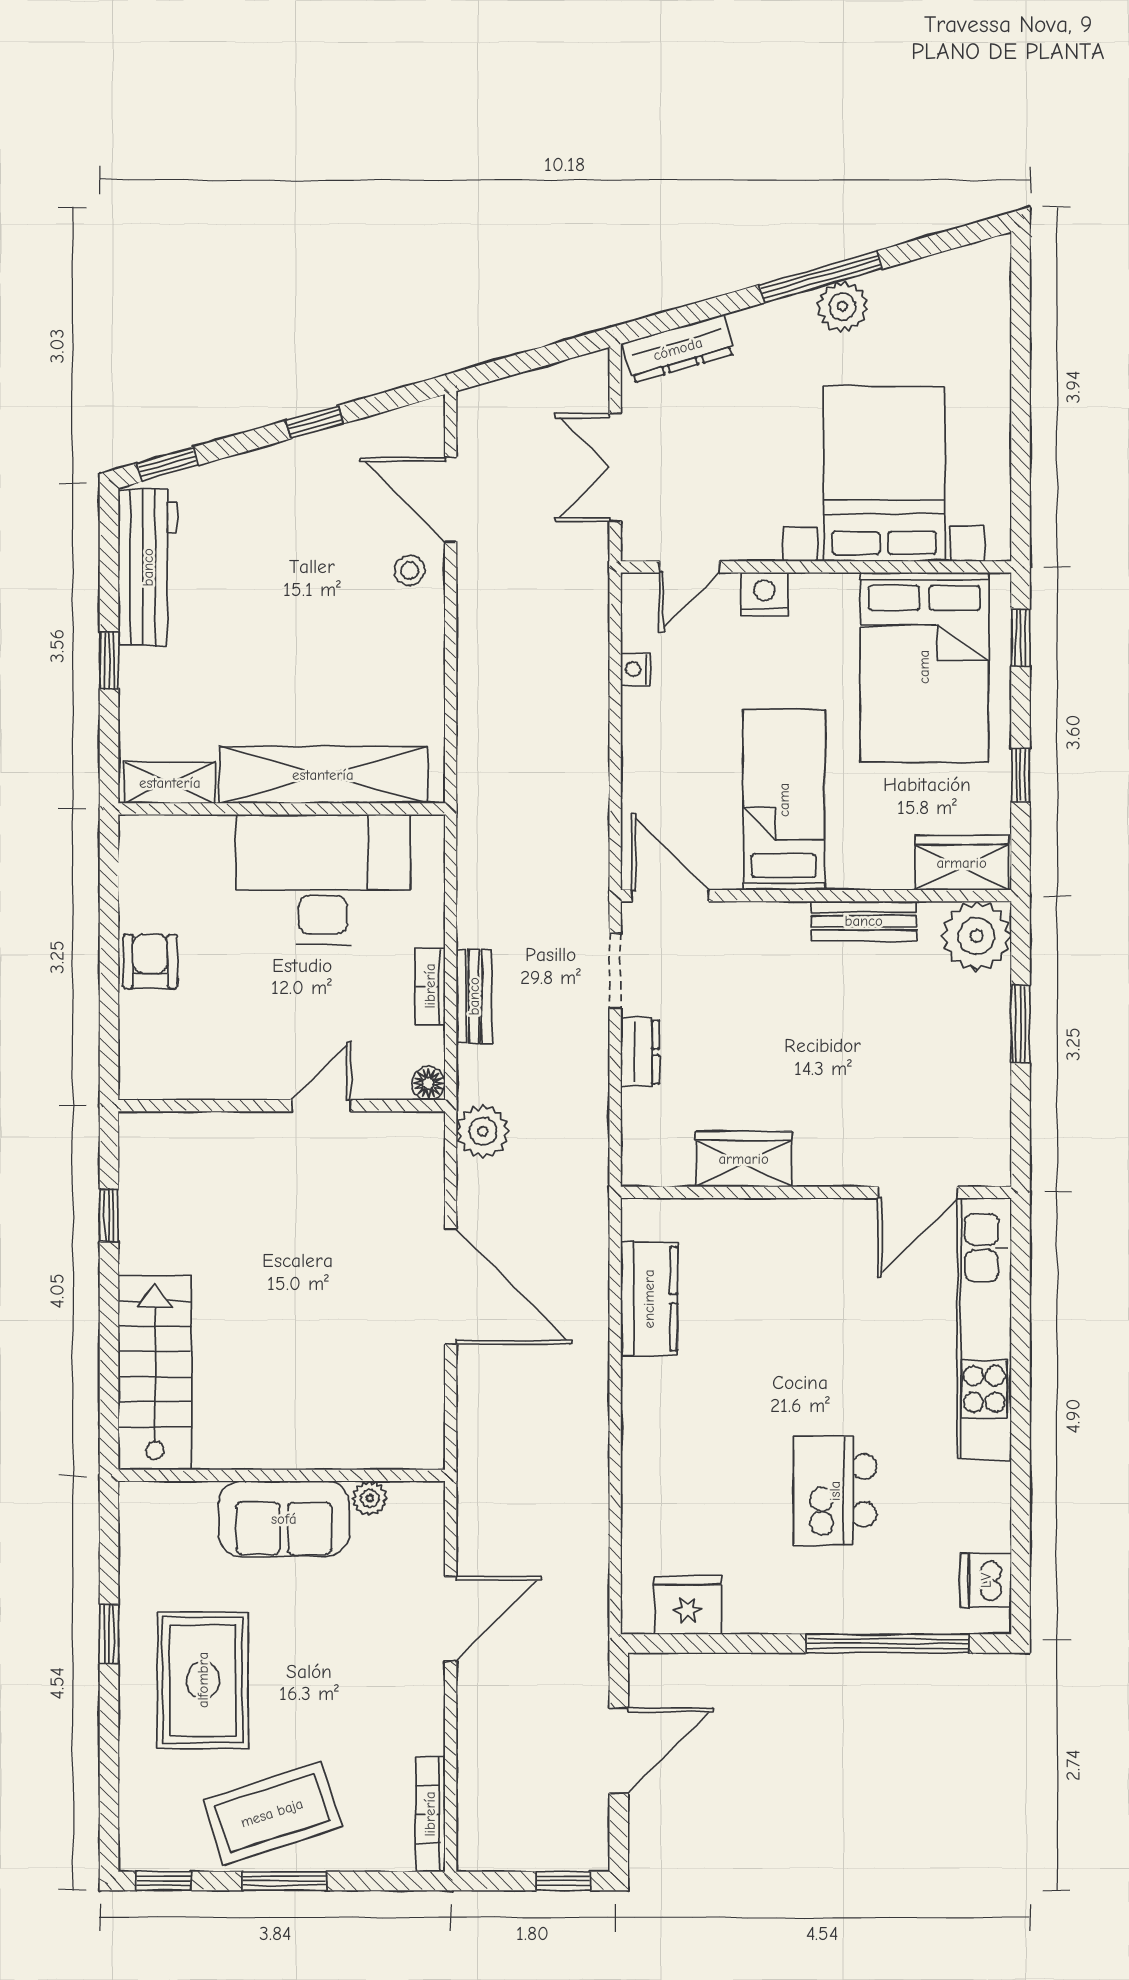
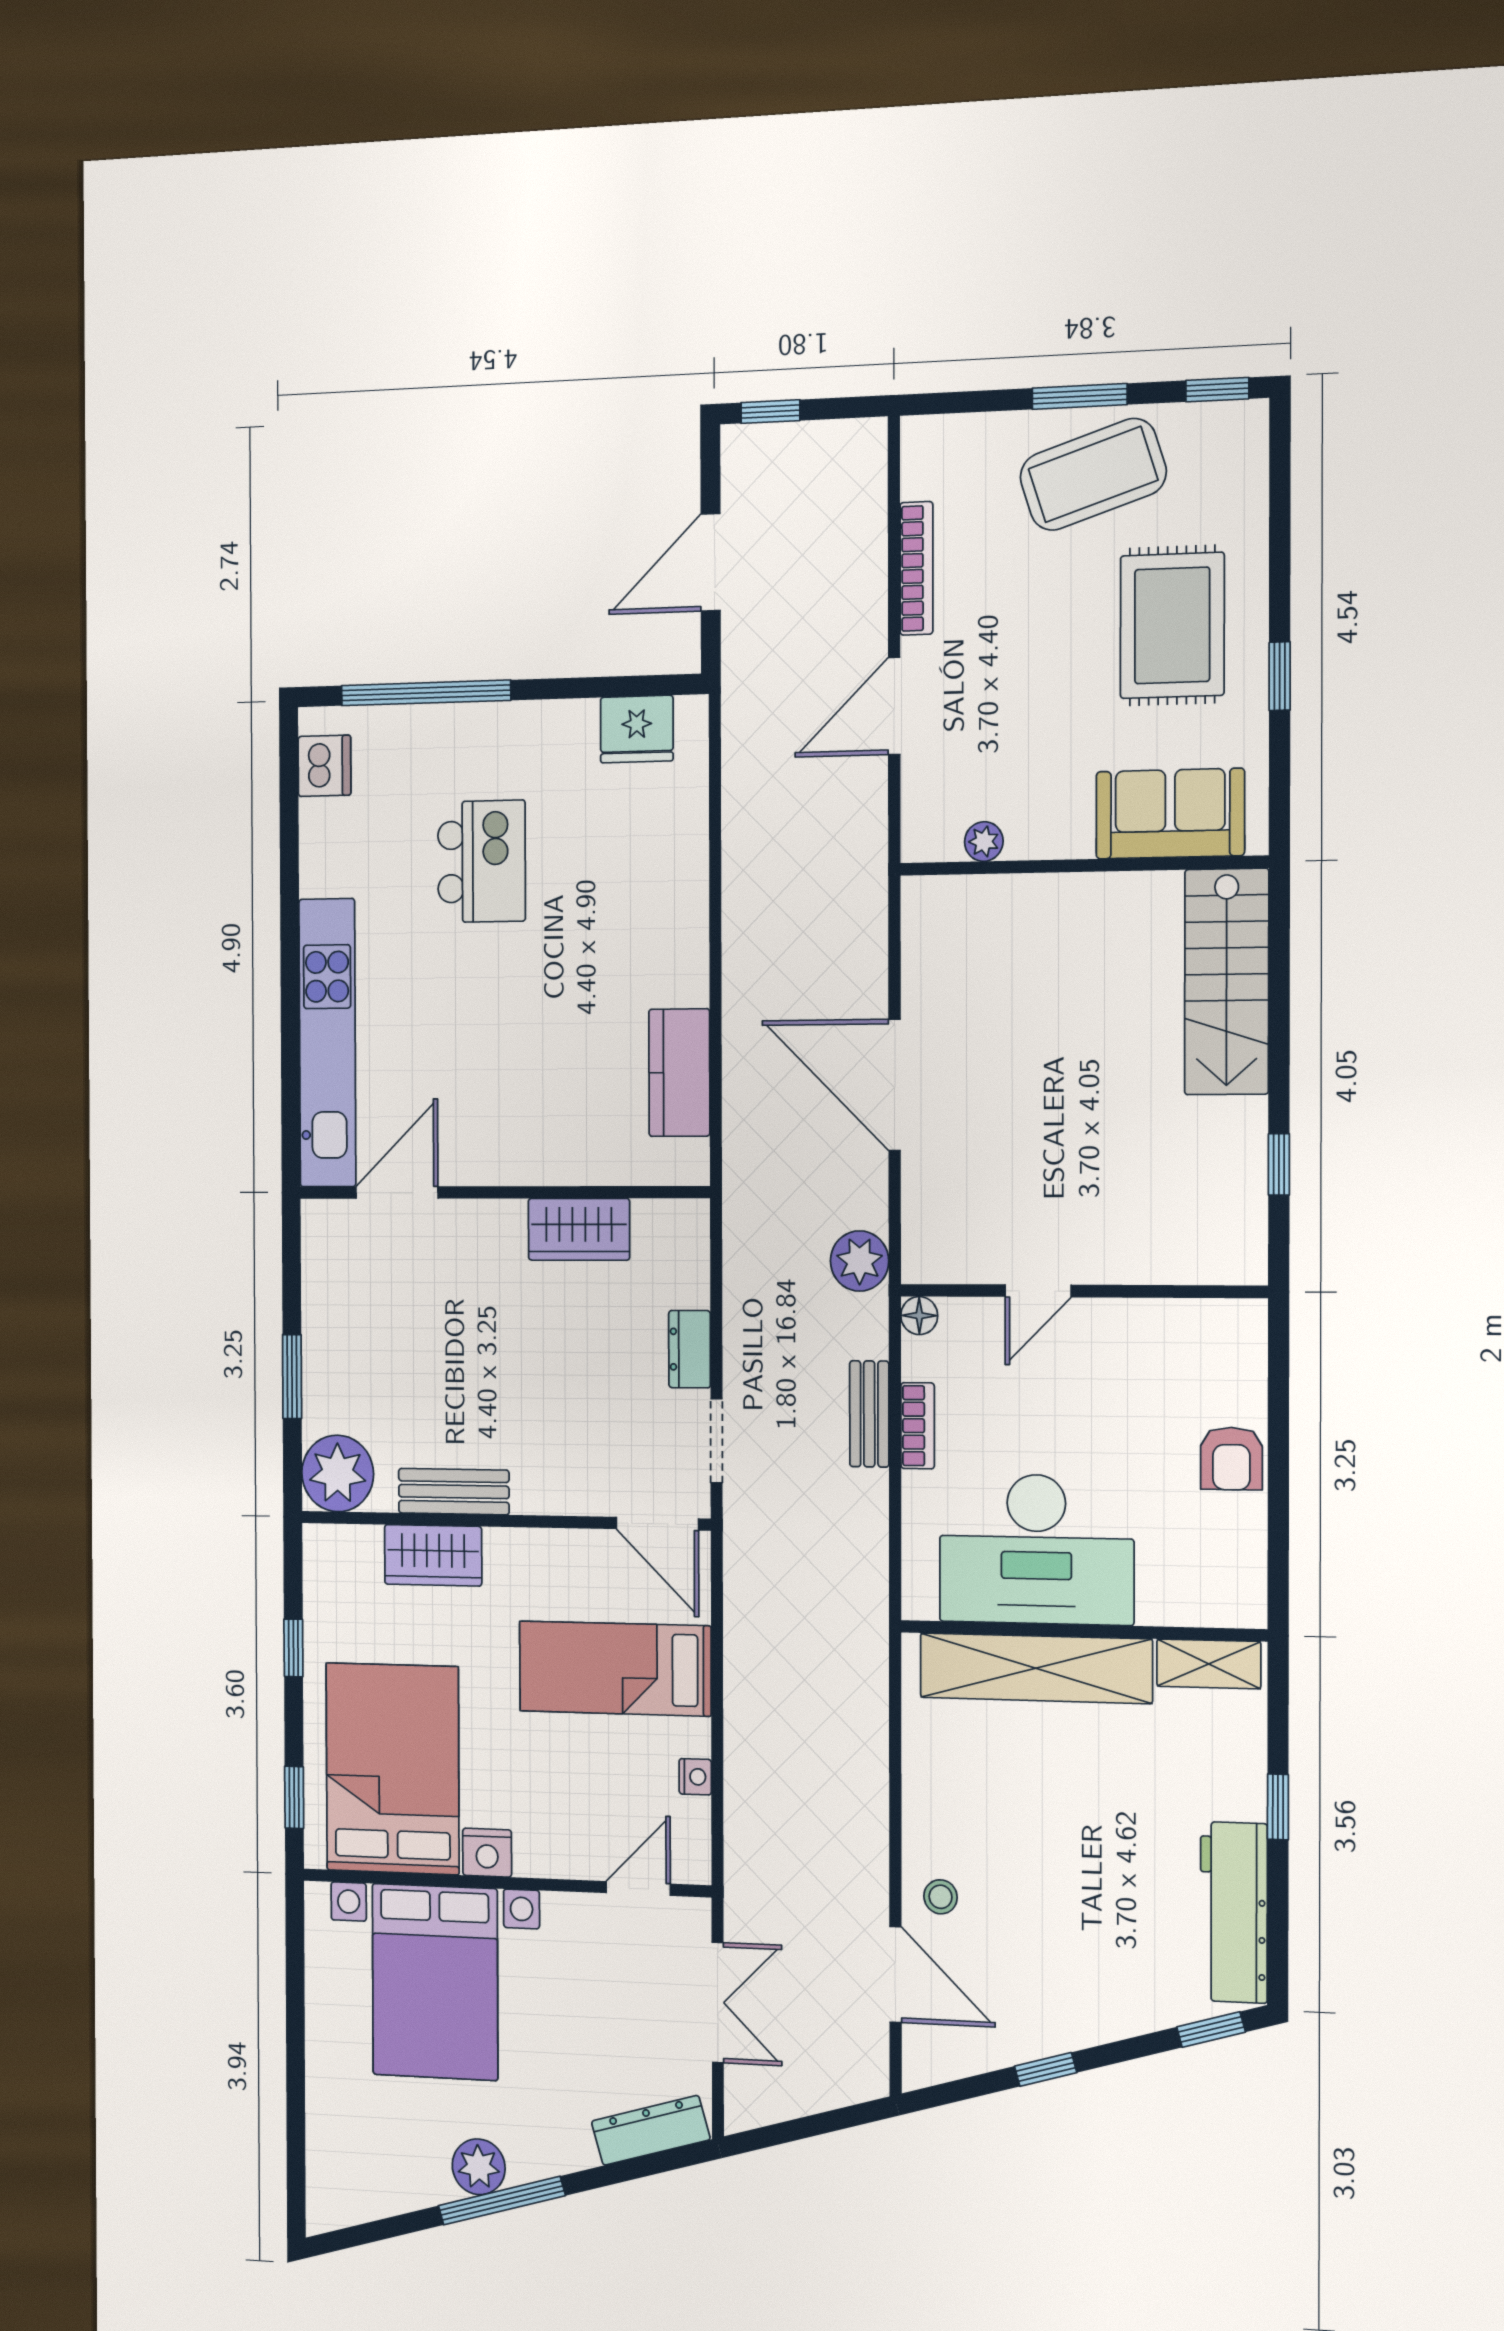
nightstand: (764, 594) -> (487, 1853), moved
bed: (784, 800) -> (615, 1669), moved, turned 90
wardrobe: (962, 863) -> (433, 1555), moved
sofa: (284, 1519) -> (1170, 814), moved
bookcase: (430, 1814) -> (916, 568), moved

